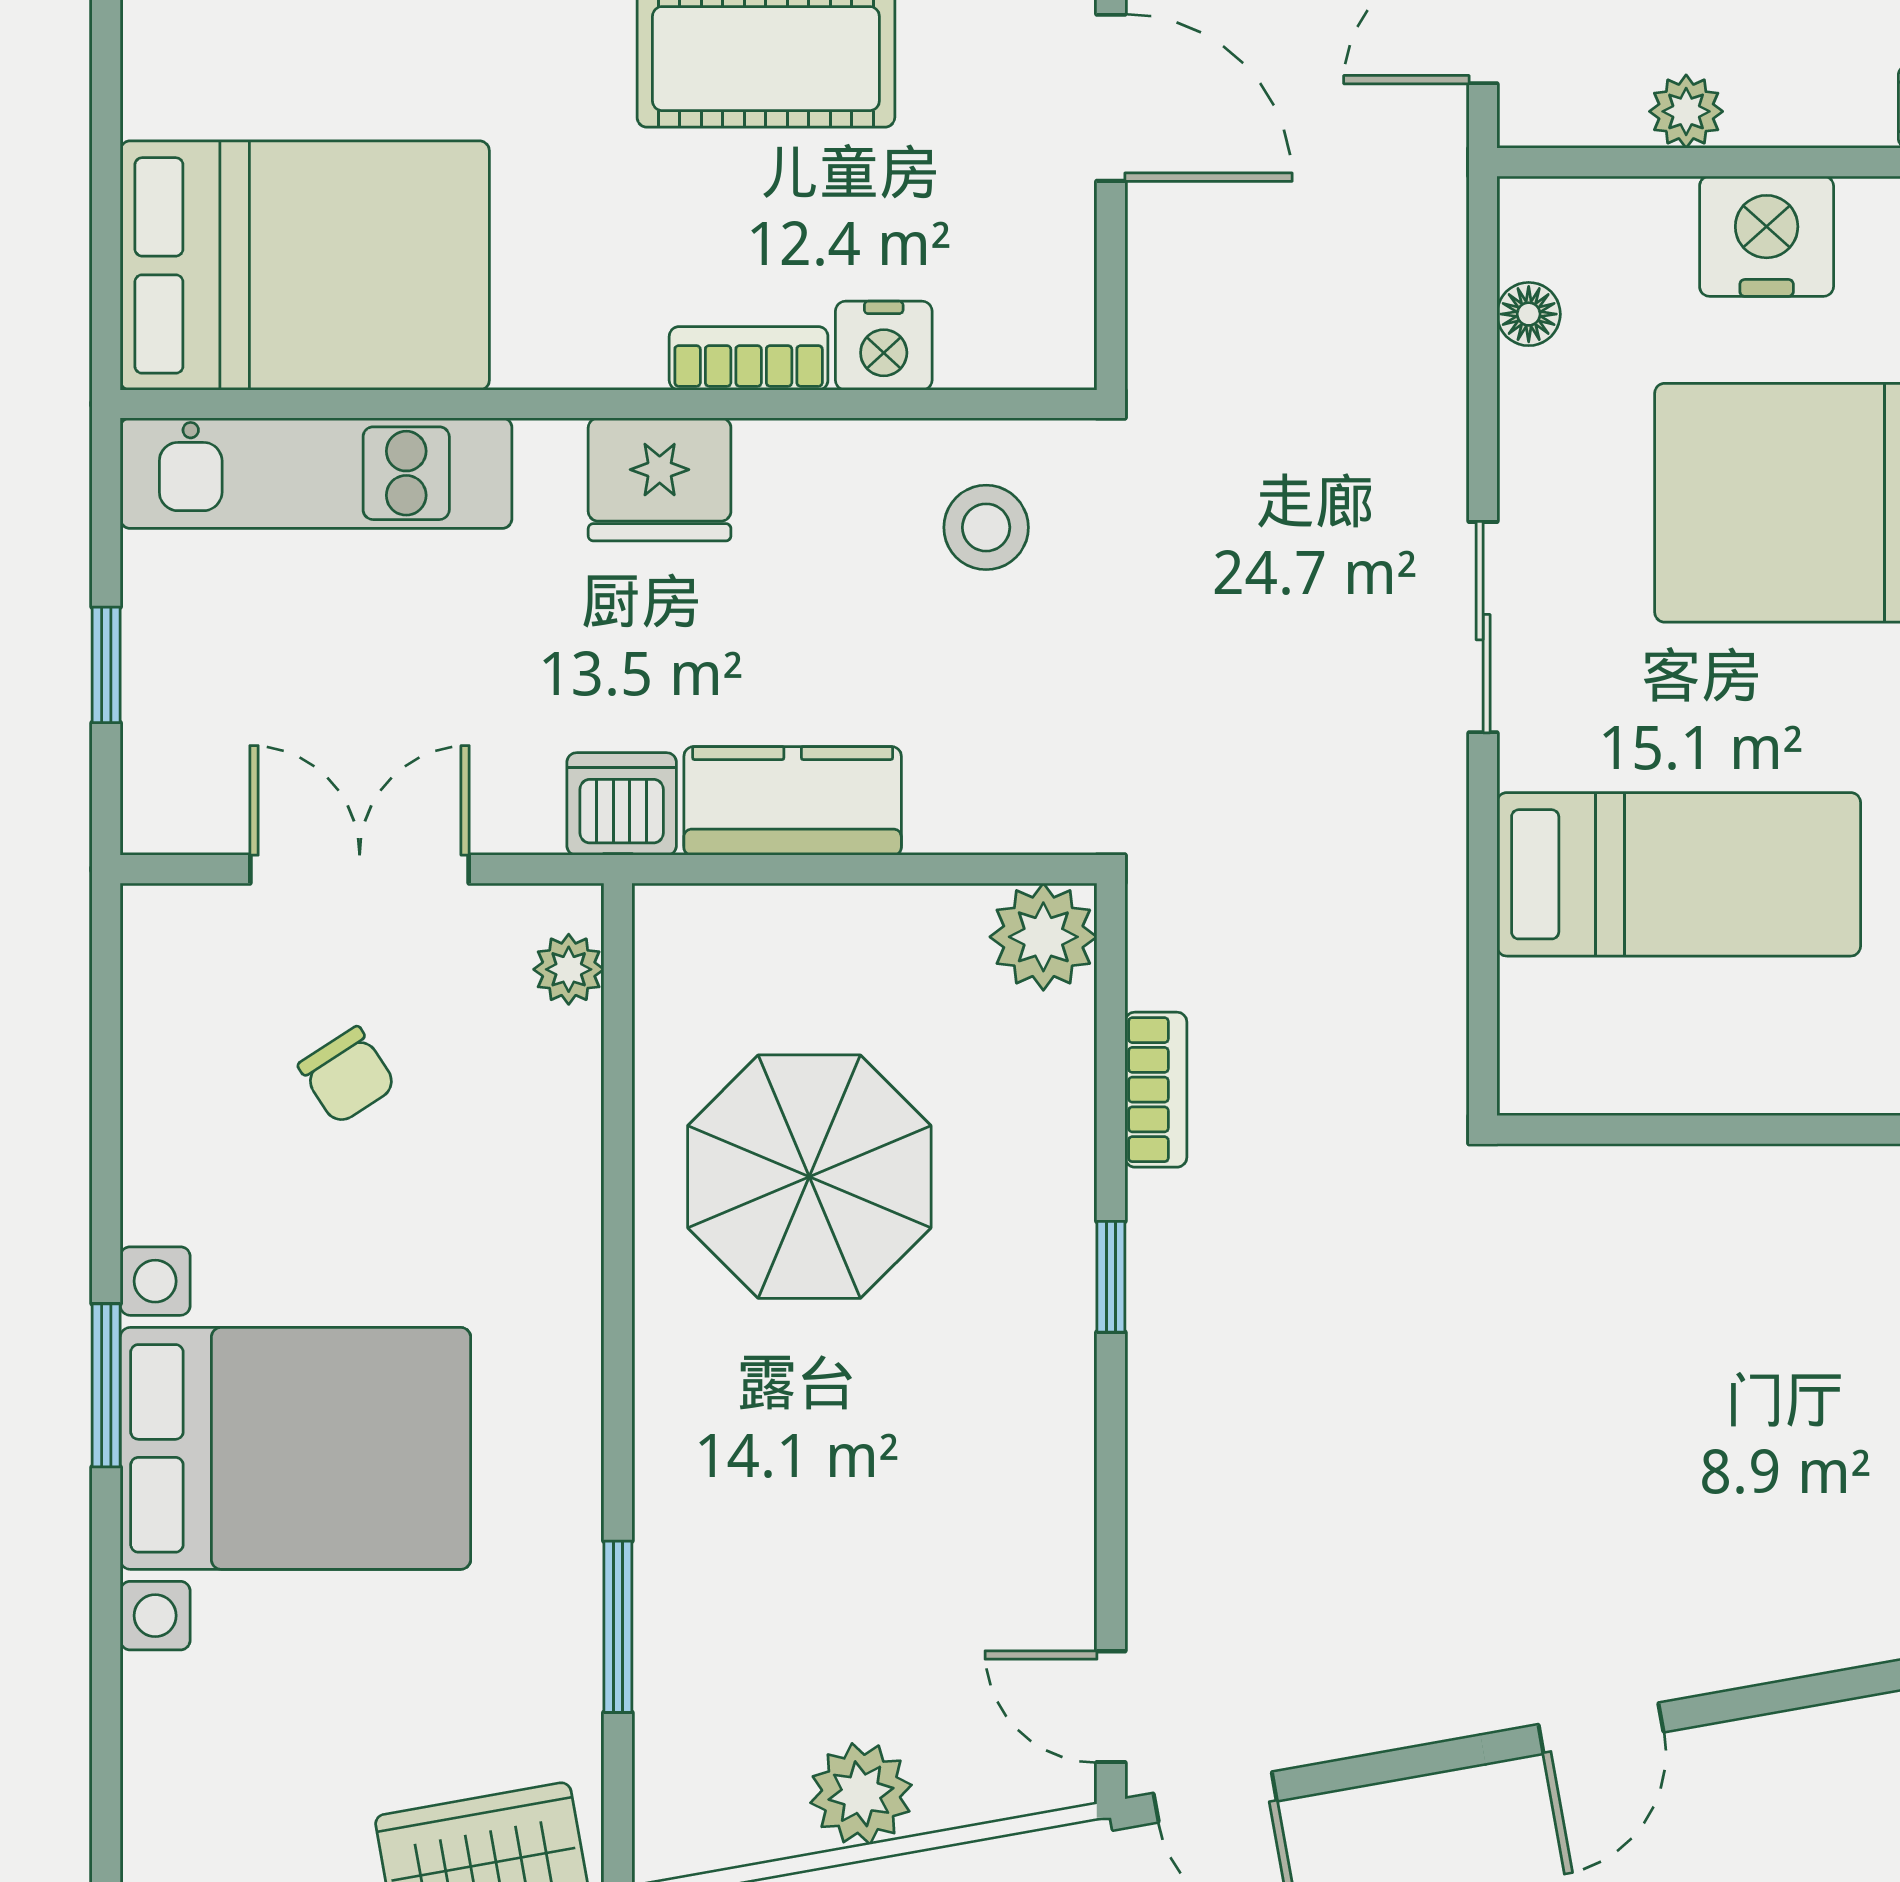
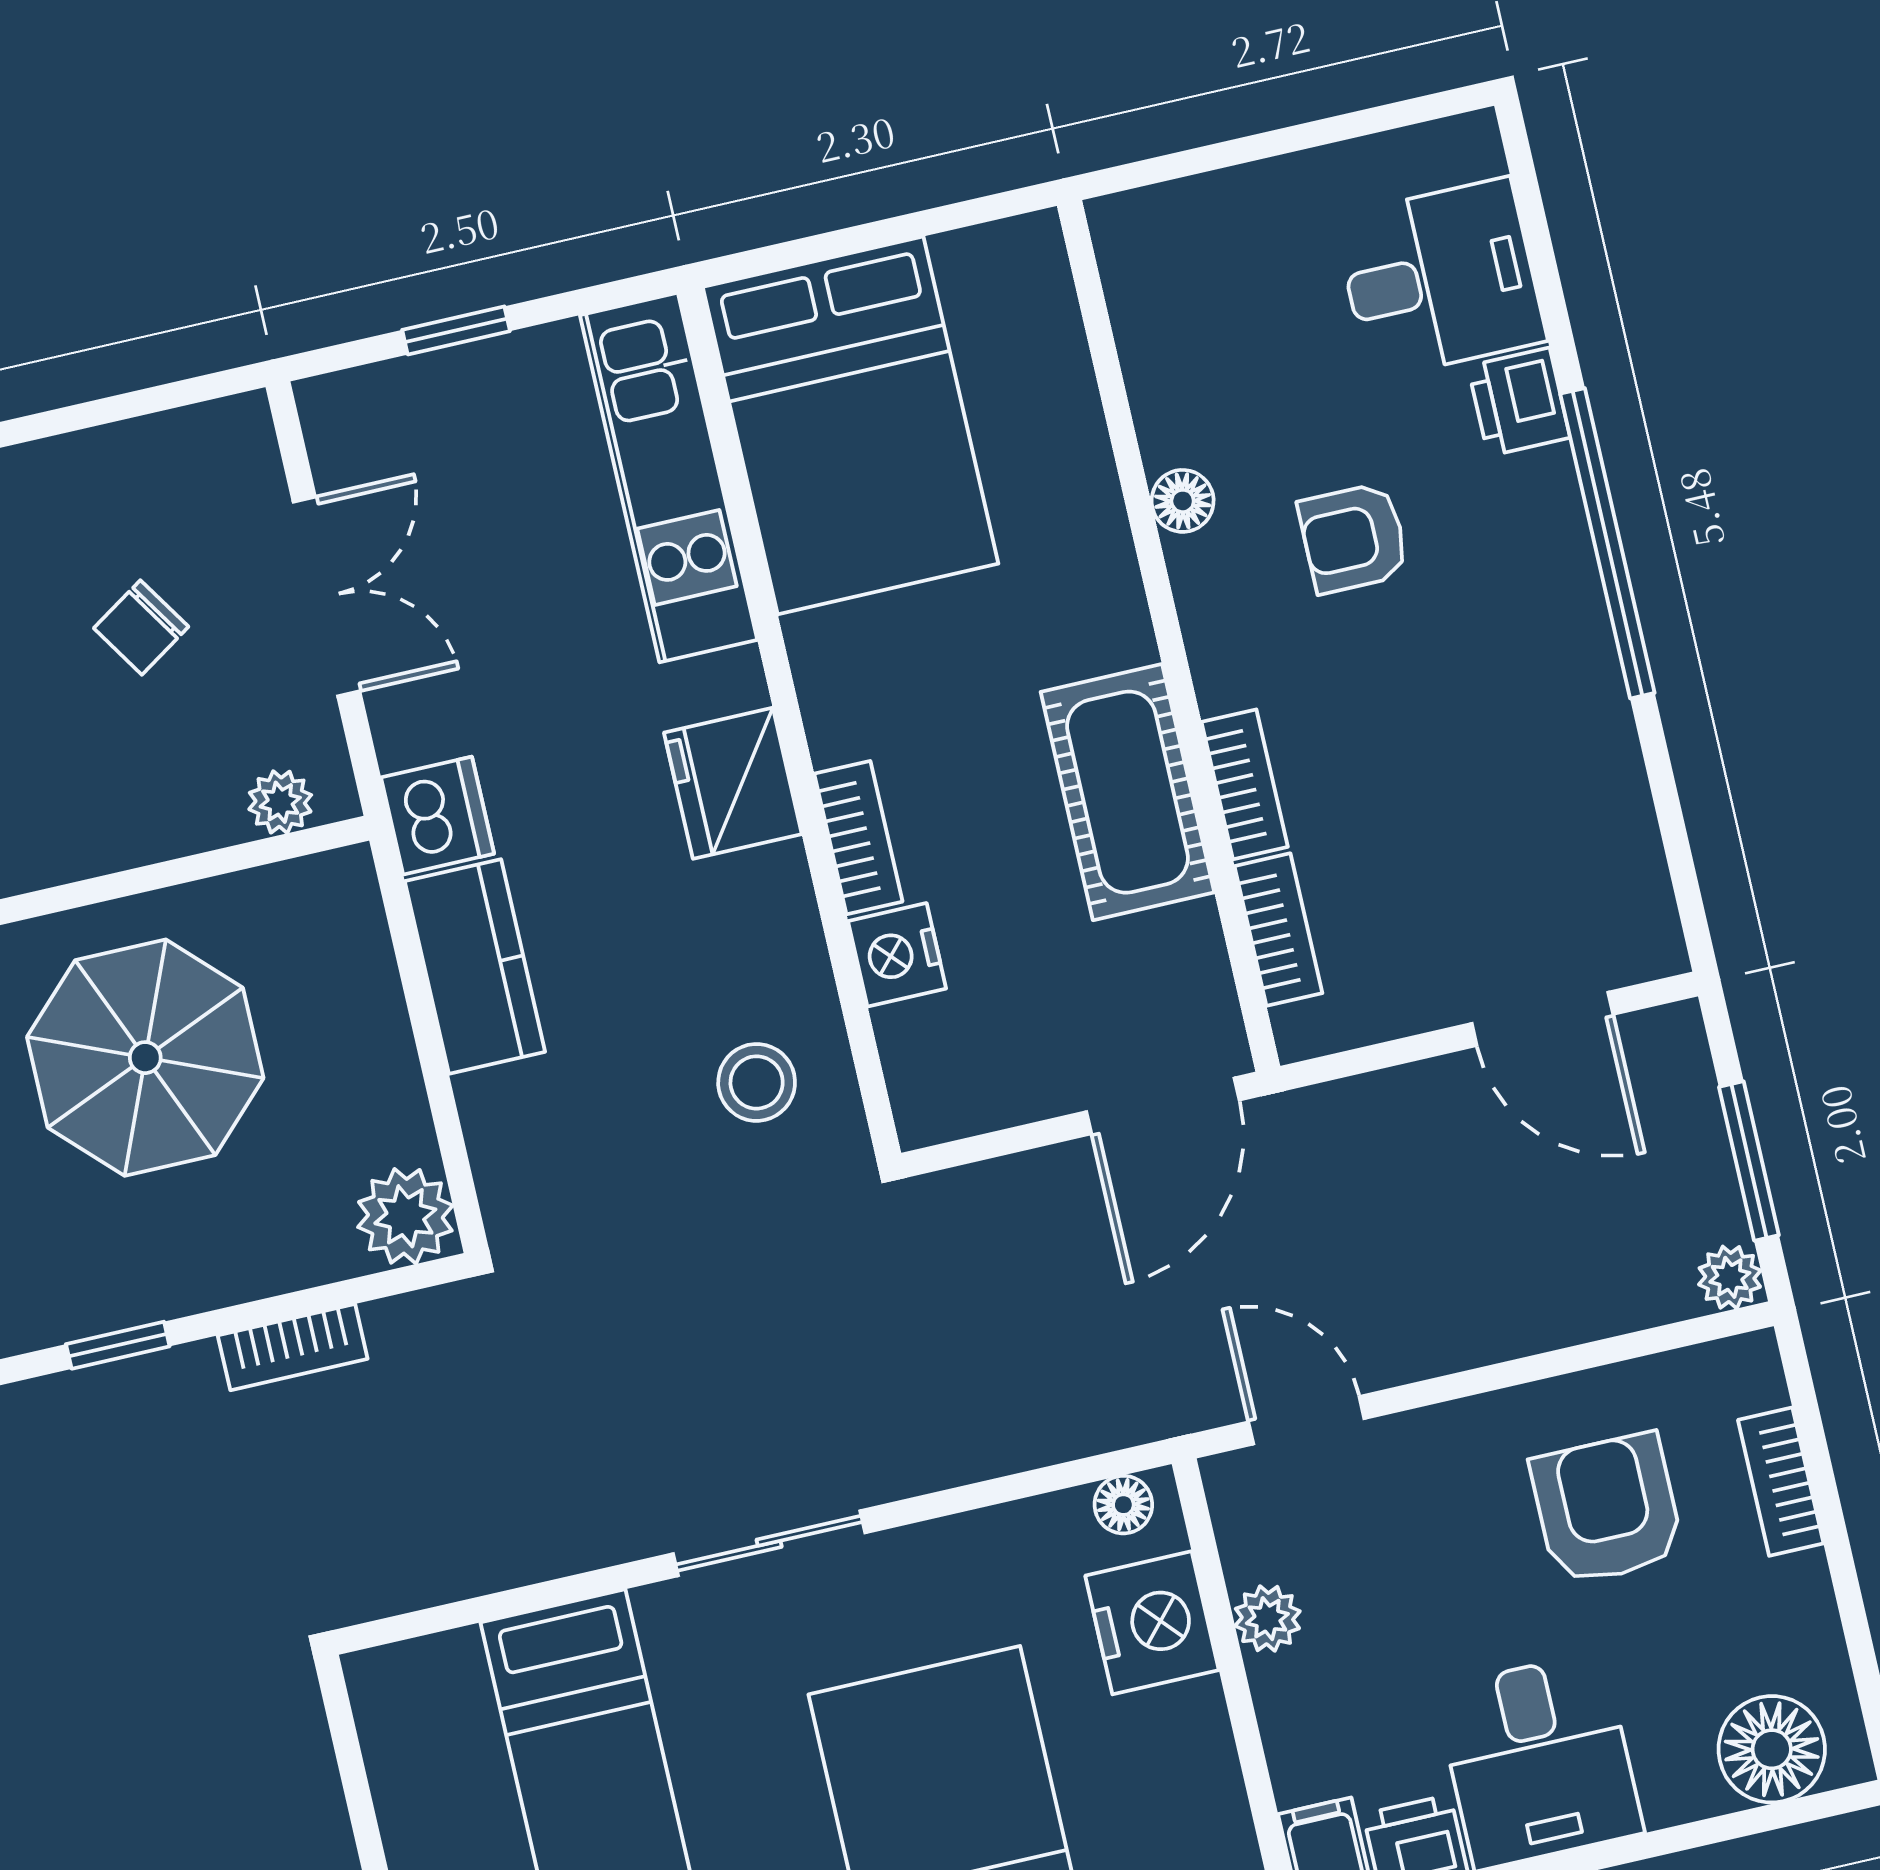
nightstand: (1767, 236) -> (1152, 1623), moved
floor lamp: (1529, 314) -> (1123, 1505), moved

